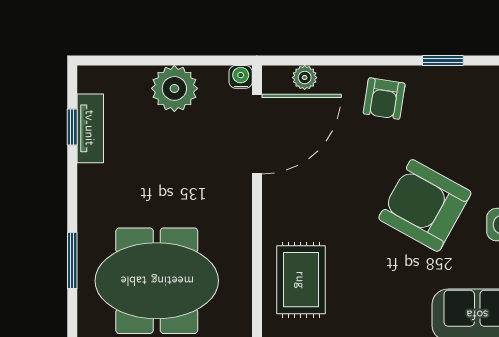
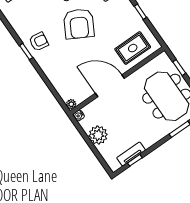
plant: (305, 78) -> (71, 104), moved
armchair: (384, 99) -> (39, 42), moved
door: (257, 134) -> (110, 86), moved

